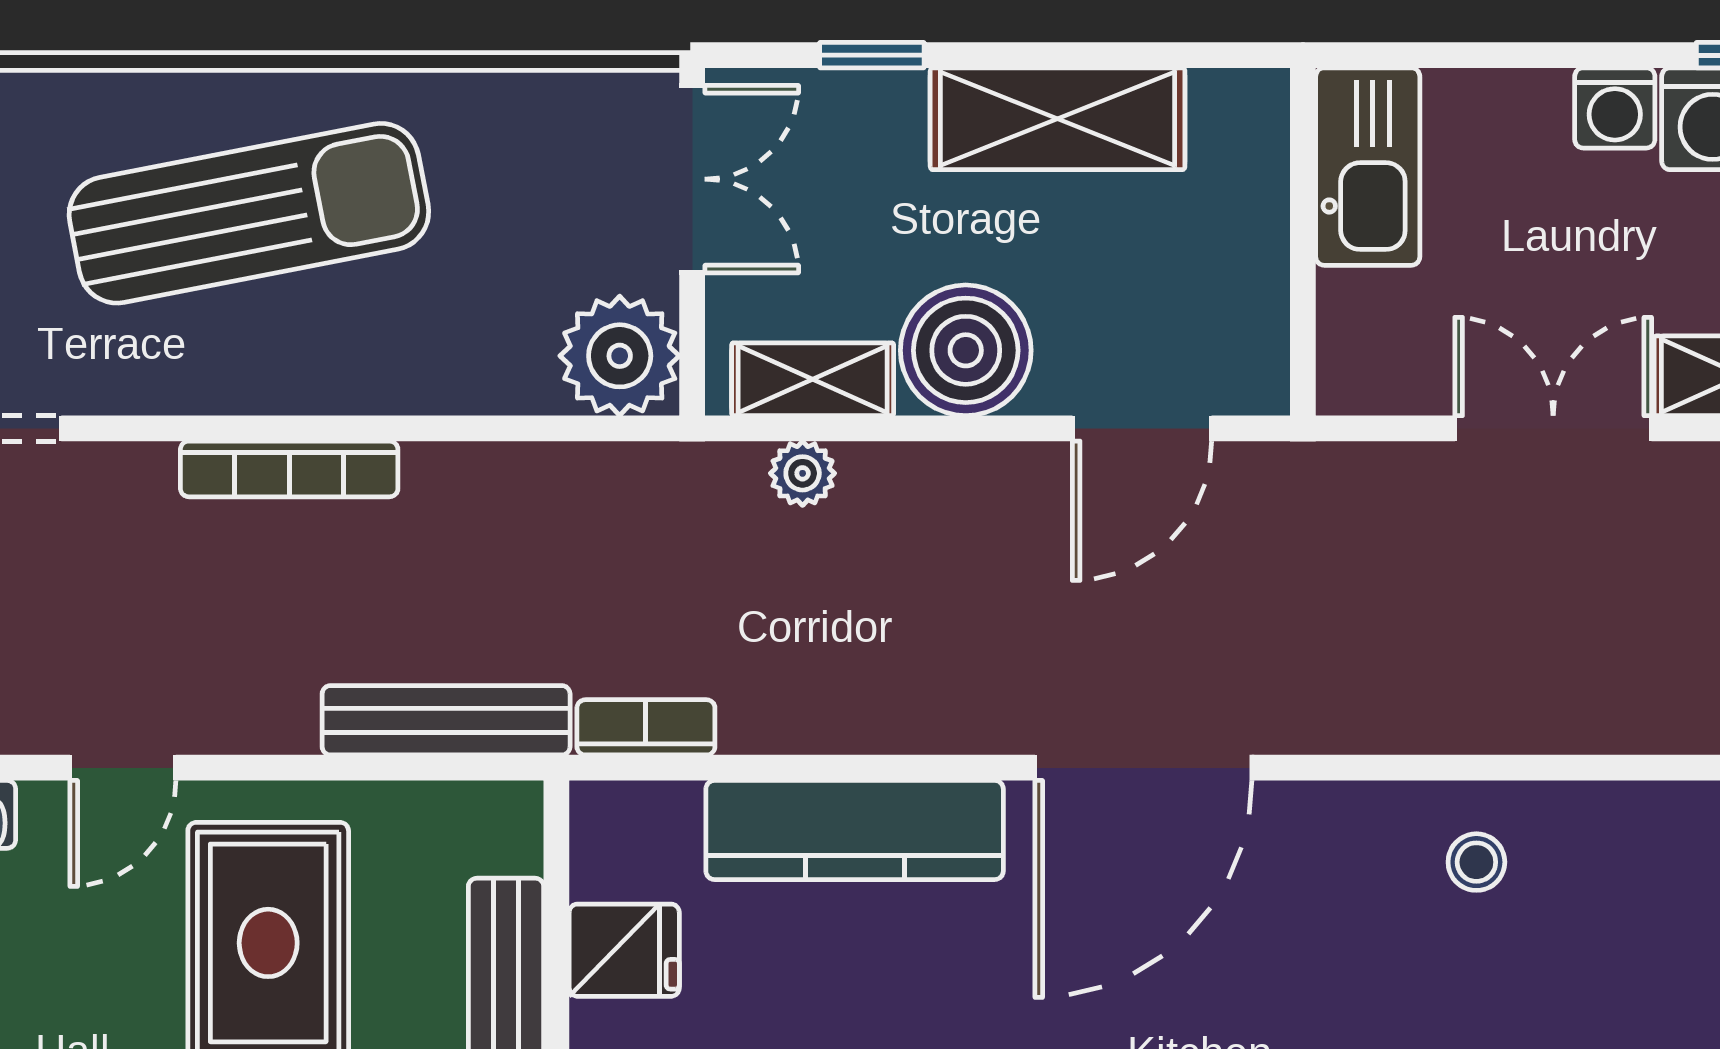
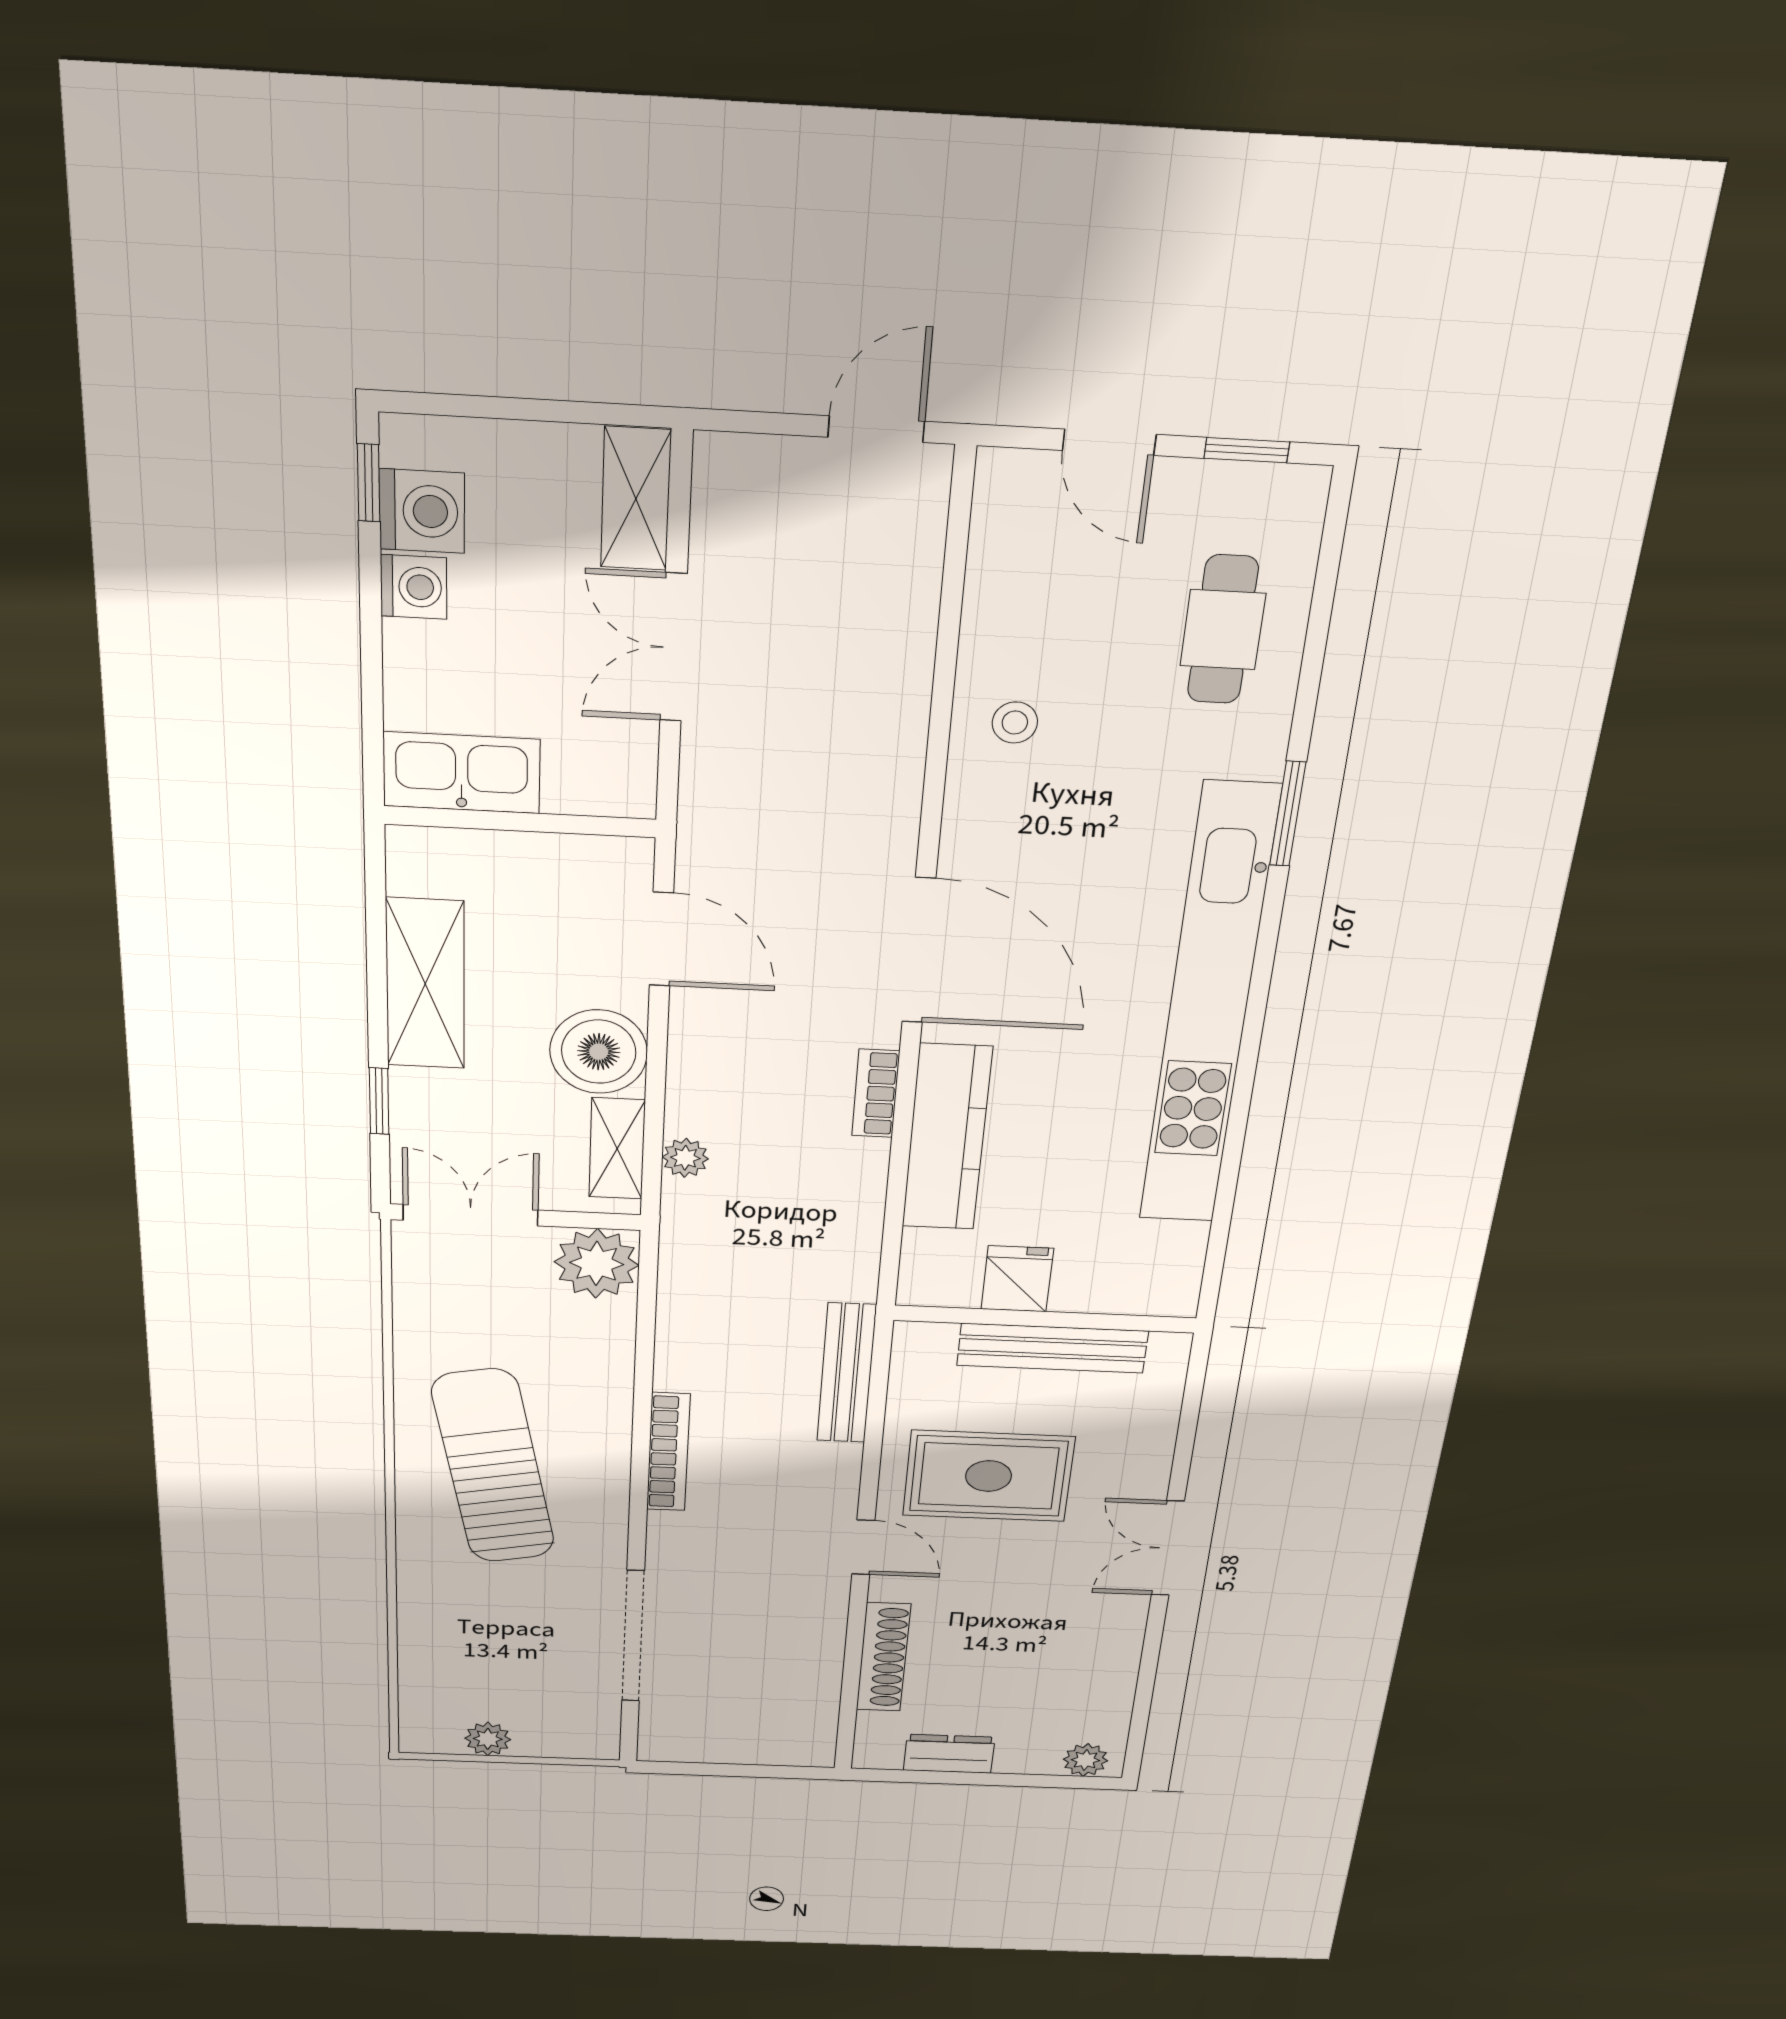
bookcase: (646, 727) -> (876, 1093), moved

